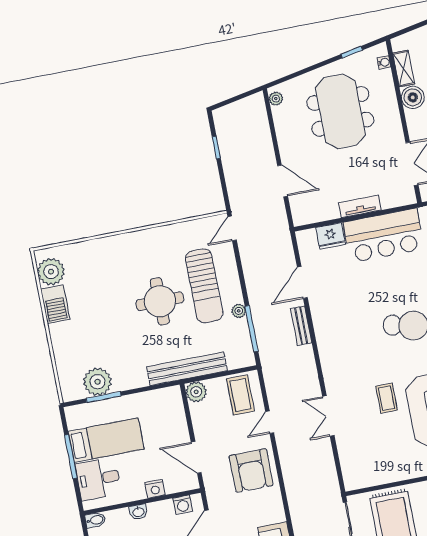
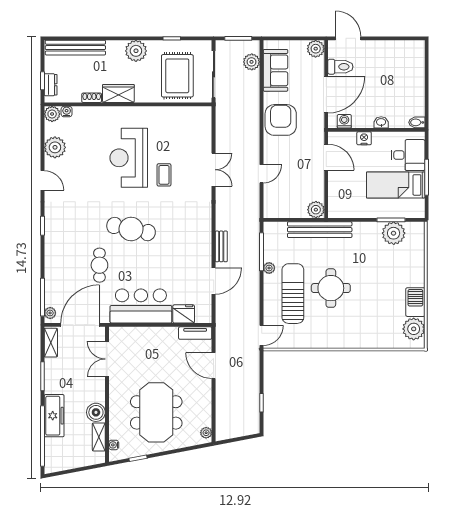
tv unit: (360, 206) -> (195, 333), moved
coffee table: (240, 395) -> (281, 200), removed
armchair: (251, 470) -> (281, 120), moved

